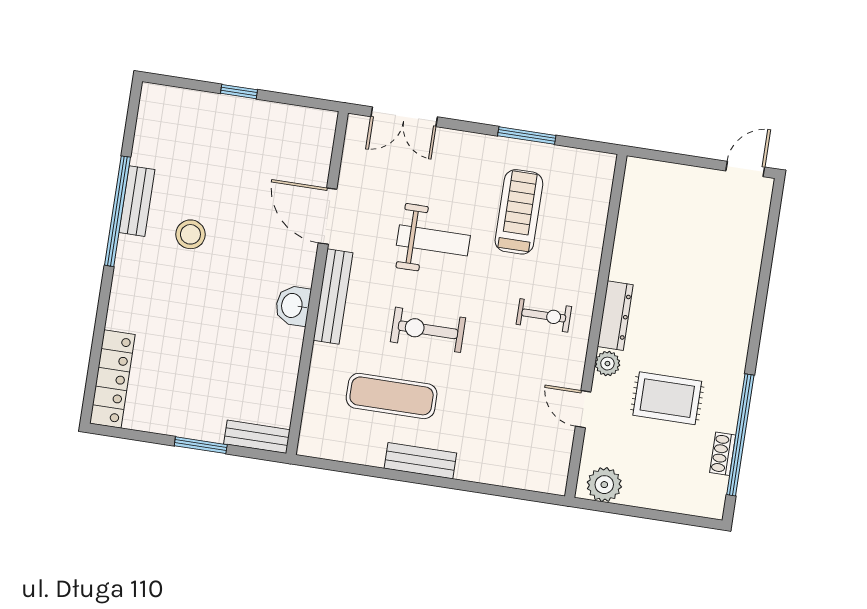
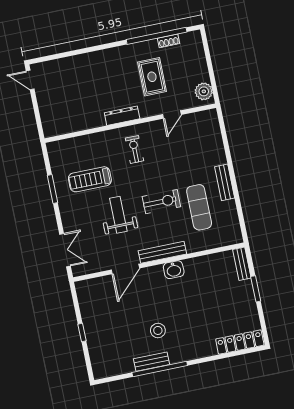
exercise bike: (428, 330) -> (161, 202), turned -90
plant: (607, 364) -> (146, 111), removed

